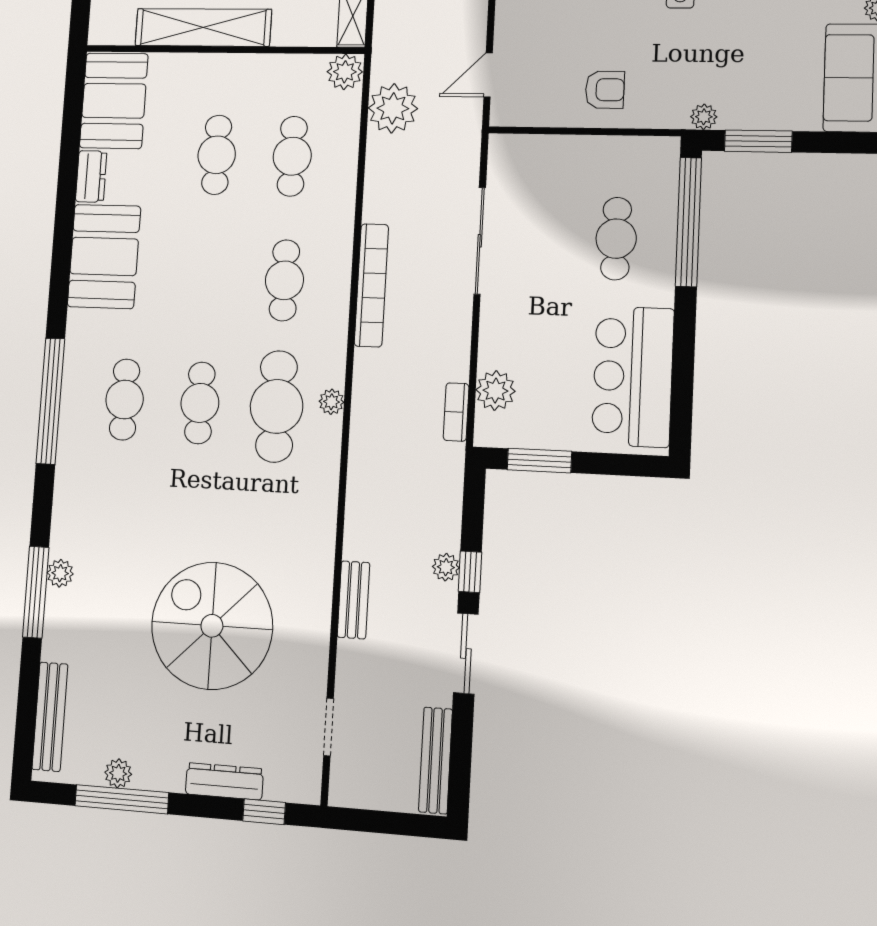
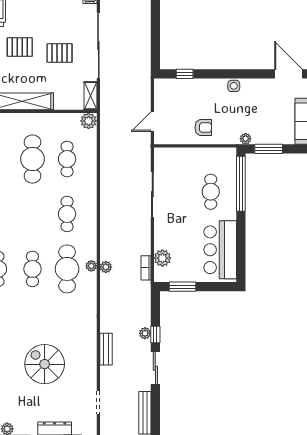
plant: (393, 108) -> (106, 267), moved, width x0.53, depth x0.53
cafe table: (217, 155) -> (32, 159), width x1.37, depth x1.35
bookcase: (371, 285) -> (106, 215), removed
spiral stairs: (212, 626) -> (45, 364), width x0.73, depth x0.73

